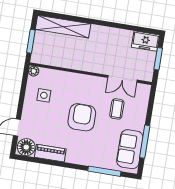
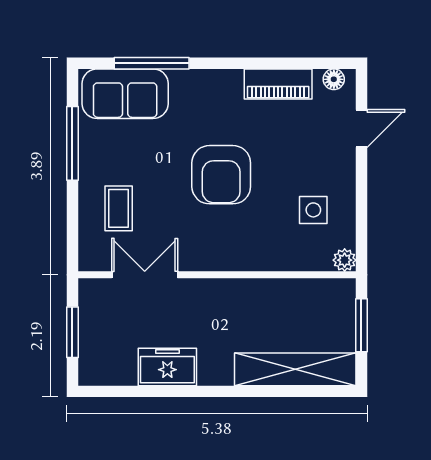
freezer: (145, 41) -> (167, 367), moved
coffee table: (117, 109) -> (119, 208), moved
floor lamp: (26, 147) -> (334, 79), width x0.53, depth x0.53
sofa: (130, 149) -> (125, 94), moved, turned 90

